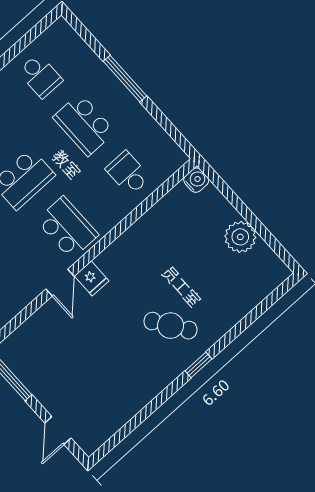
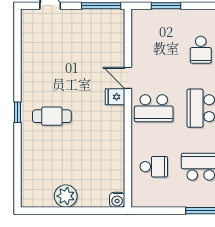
cafe table: (171, 326) -> (52, 116), turned 34

